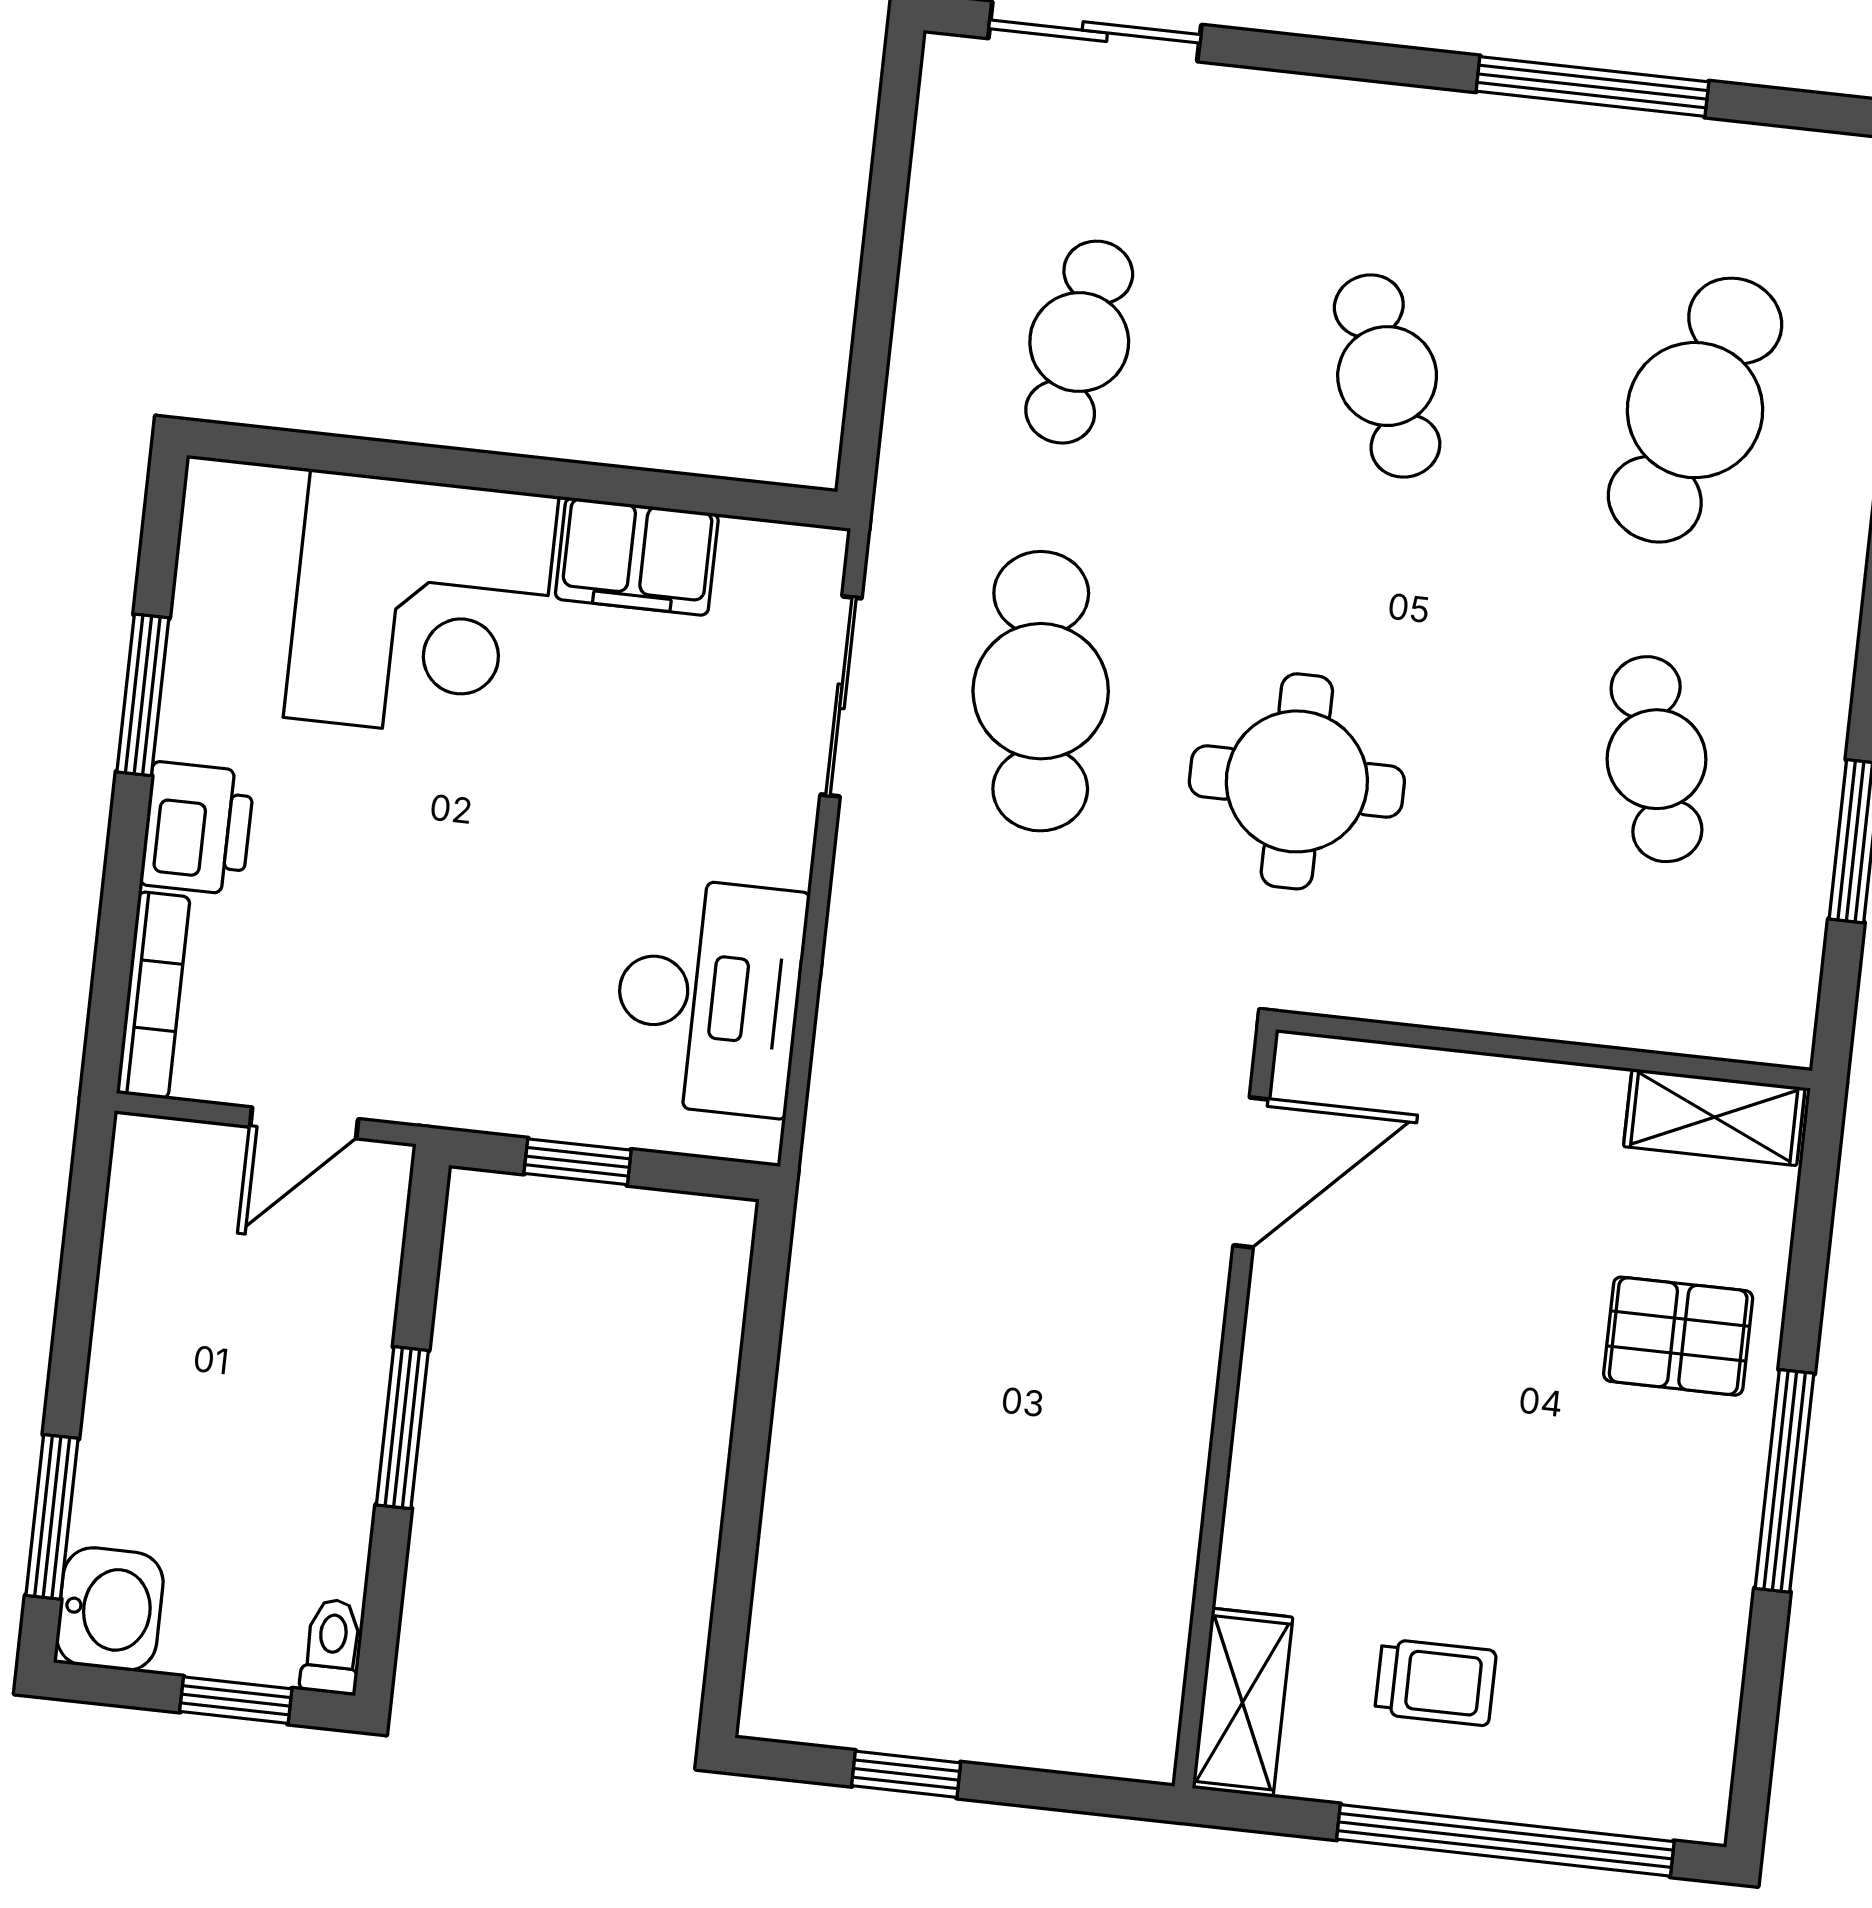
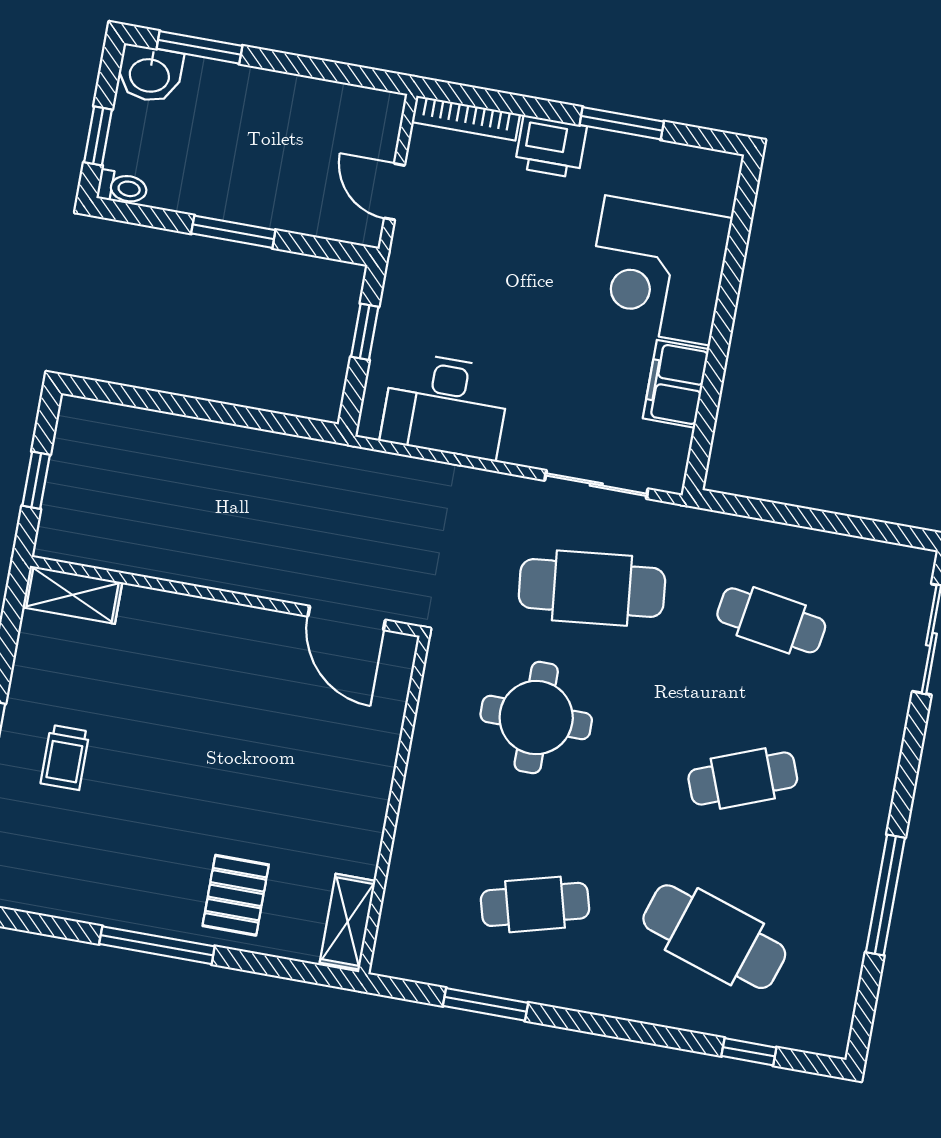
door: (1251, 1172) -> (347, 618), moved
wall: (1225, 1408) -> (226, 596), moved
shelving: (1242, 1703) -> (72, 595), moved

